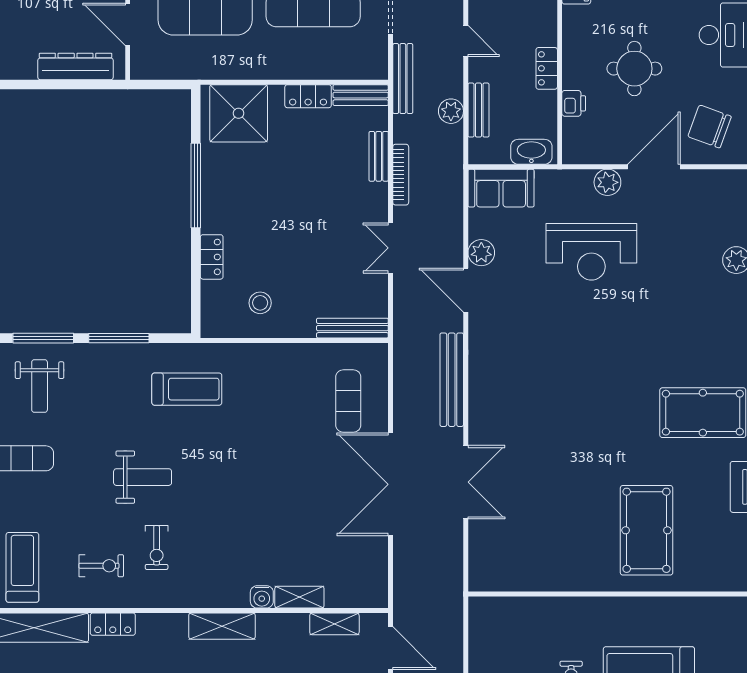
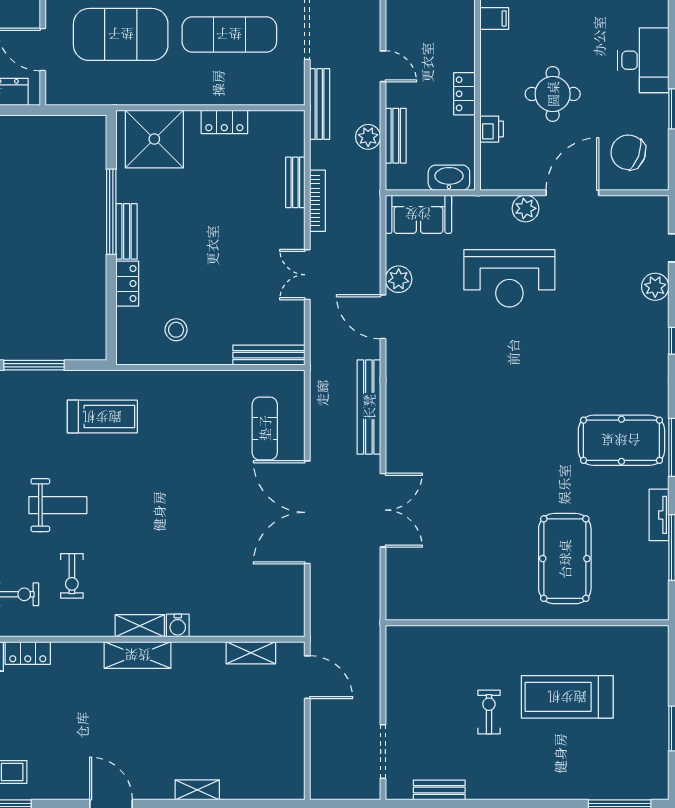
bench: (361, 95) -> (127, 231), moved, turned 90
shelving: (299, 597) -> (140, 626), moved

